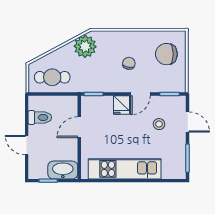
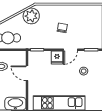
chair: (166, 54) -> (89, 21), removed
door: (79, 127) -> (27, 73), hinge flipped

